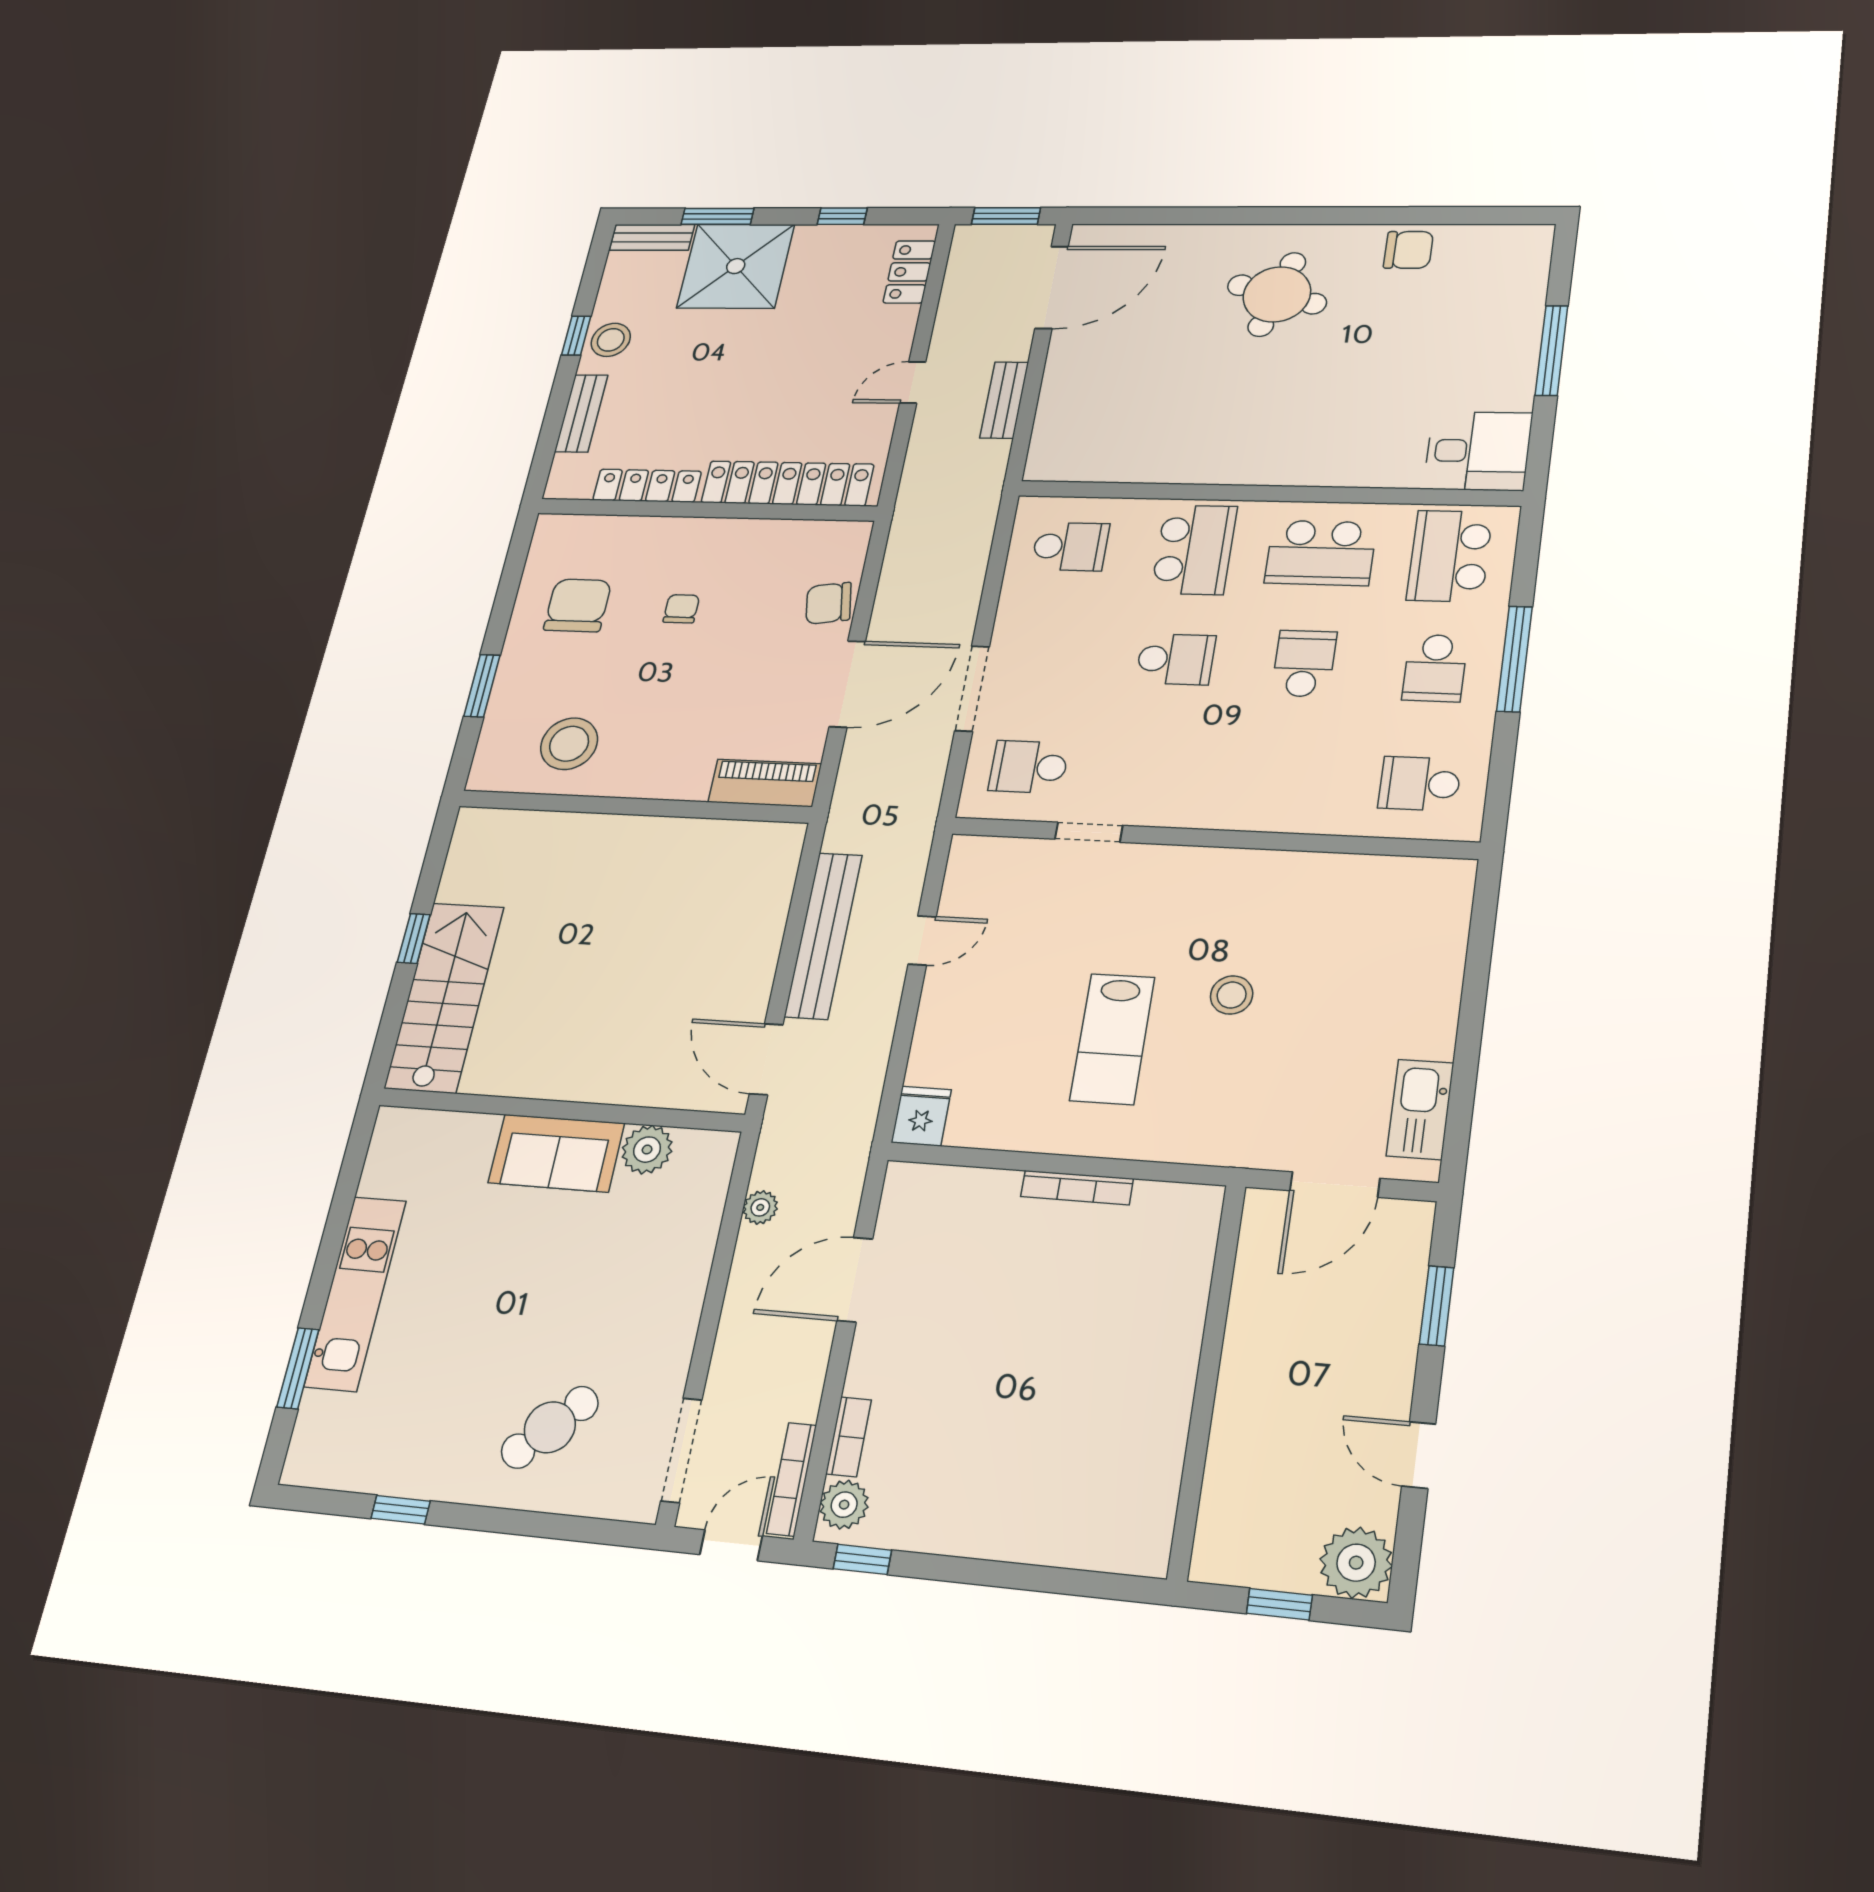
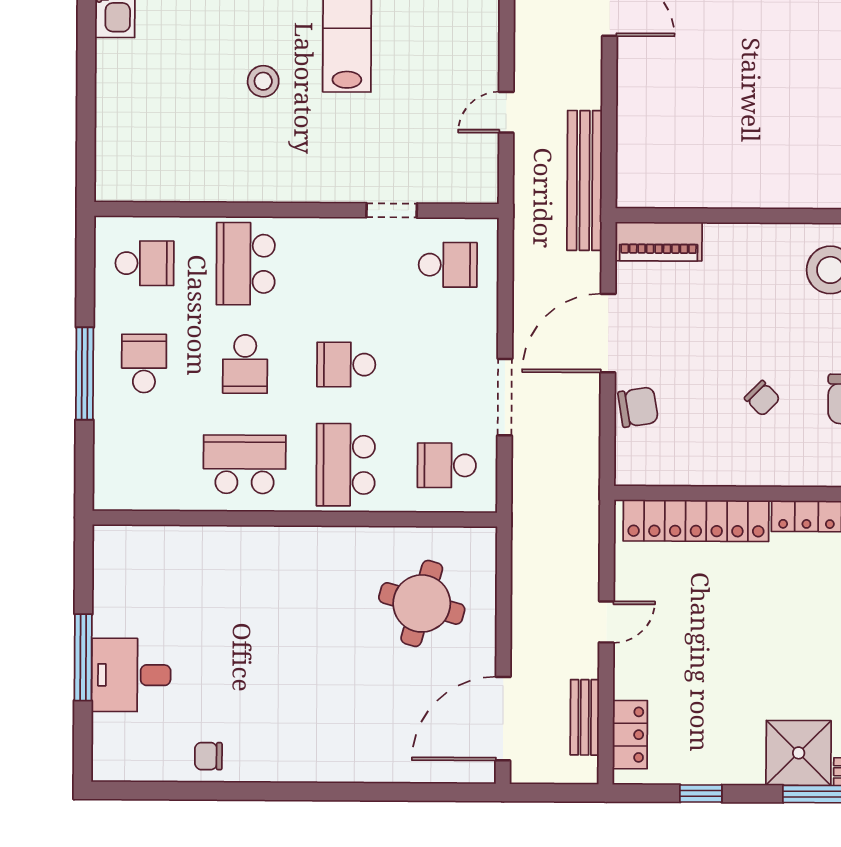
window: (1006, 216) -> (555, 793), removed
chair: (1408, 250) -> (208, 756), width x0.73, depth x0.73
shower: (736, 266) -> (799, 753), width x0.73, depth x0.73
round table: (1277, 294) -> (422, 603), moved
bench: (1004, 400) -> (585, 717), moved
desk: (1478, 451) -> (131, 675), moved
school desk: (1450, 556) -> (246, 264), moved, turned 180
chair: (681, 609) -> (762, 398), turned -45
doorway: (972, 688) -> (505, 397), moved
bench: (823, 935) -> (585, 180), moved

